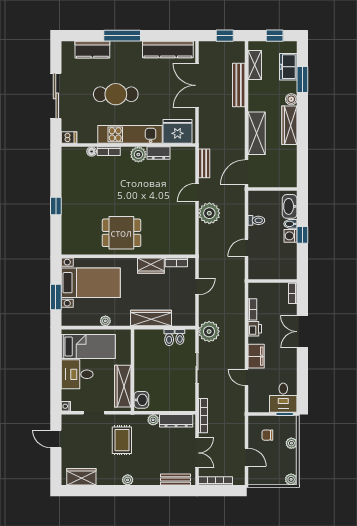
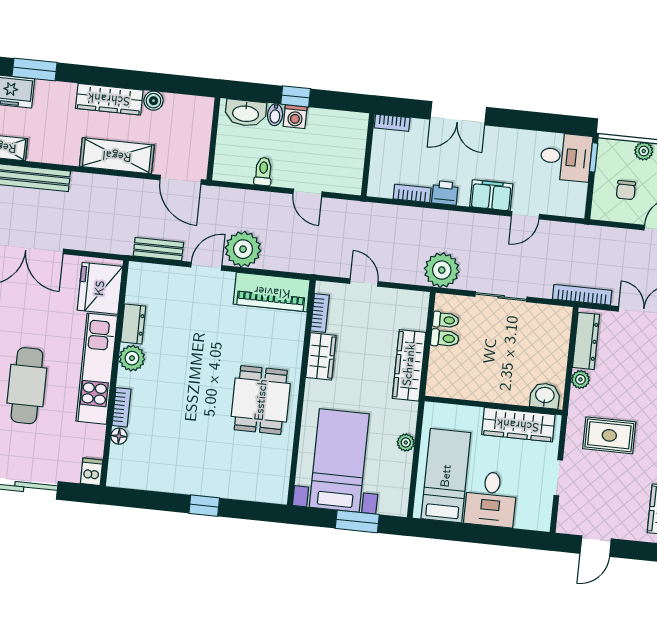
boiler: (291, 99) -> (153, 101), moved
door: (197, 193) -> (206, 266), swing flipped
piano: (186, 233) -> (272, 292), added
nightstand: (66, 406) -> (543, 524), removed

